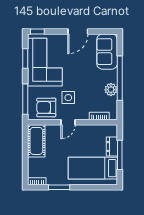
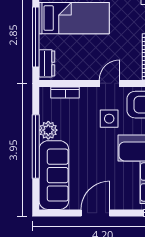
sofa: (107, 52) -> (54, 175), width x1.36
dresser: (112, 147) -> (47, 63), moved
window: (120, 155) -> (36, 37), width x1.46

